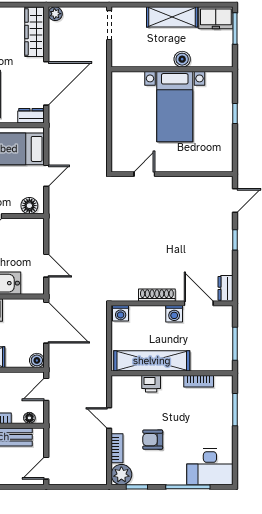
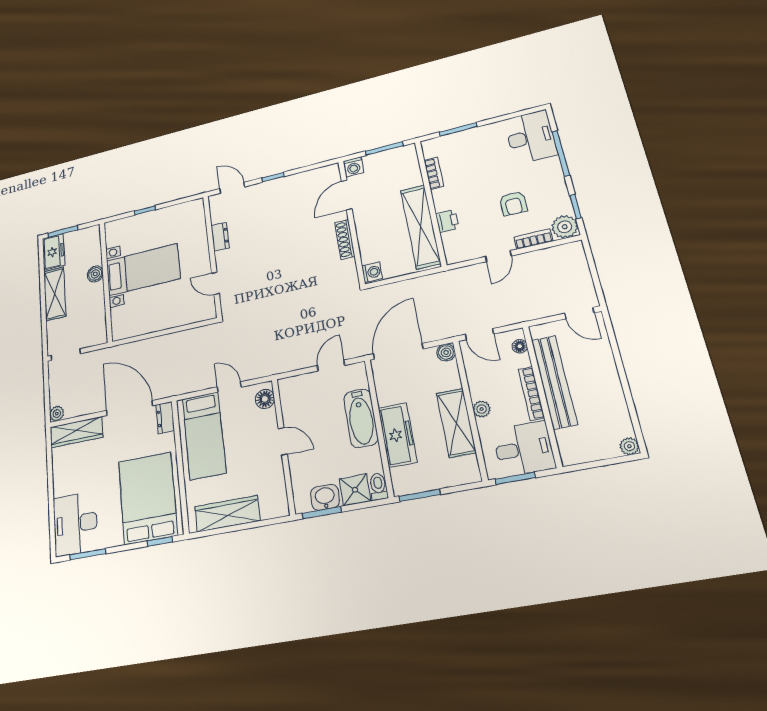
dresser: (226, 288) -> (220, 237), moved, turned -90
washing machine: (174, 314) -> (353, 167), moved, turned 90

